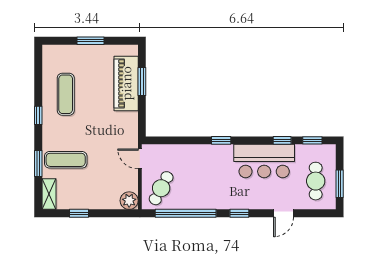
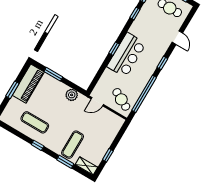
piano: (126, 83) -> (28, 84), moved, turned -90
bar counter: (264, 161) -> (126, 55), moved
plant: (129, 201) -> (72, 95), moved

